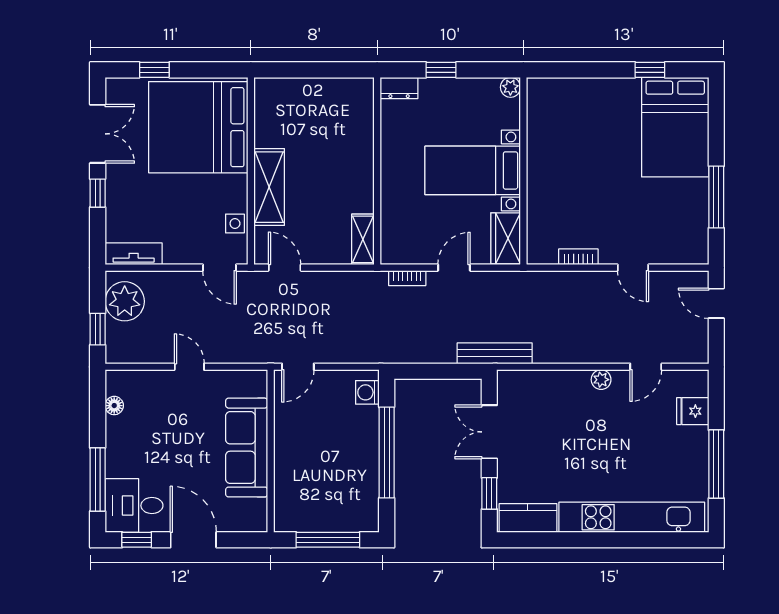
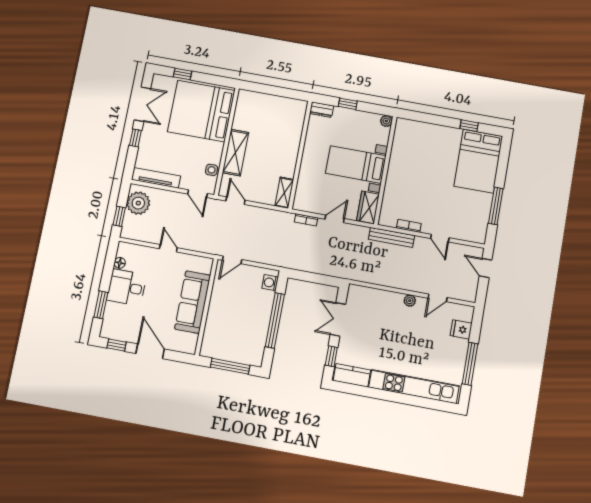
tv unit: (134, 254) -> (156, 178), width x1.41
bench: (495, 353) -> (391, 237), moved
window: (98, 480) -> (101, 305), width x0.69
desk: (134, 506) -> (127, 287), moved

